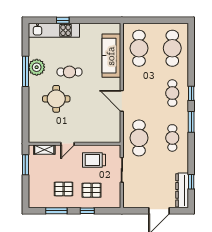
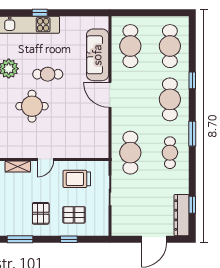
cafe table: (172, 93) -> (170, 99), width x1.37, depth x1.35
window: (191, 93) -> (192, 80), moved
door: (122, 101) -> (110, 95), moved
pallet: (64, 189) -> (41, 213), turned 90
window: (56, 211) -> (20, 239), moved

